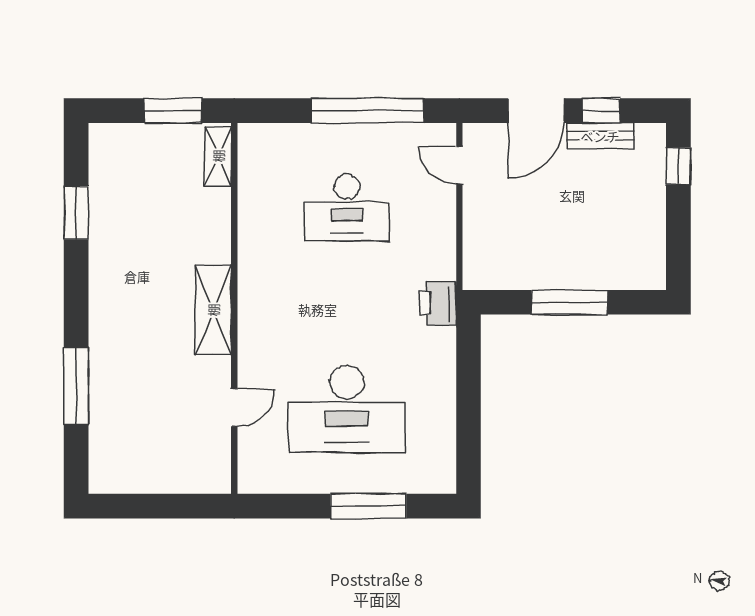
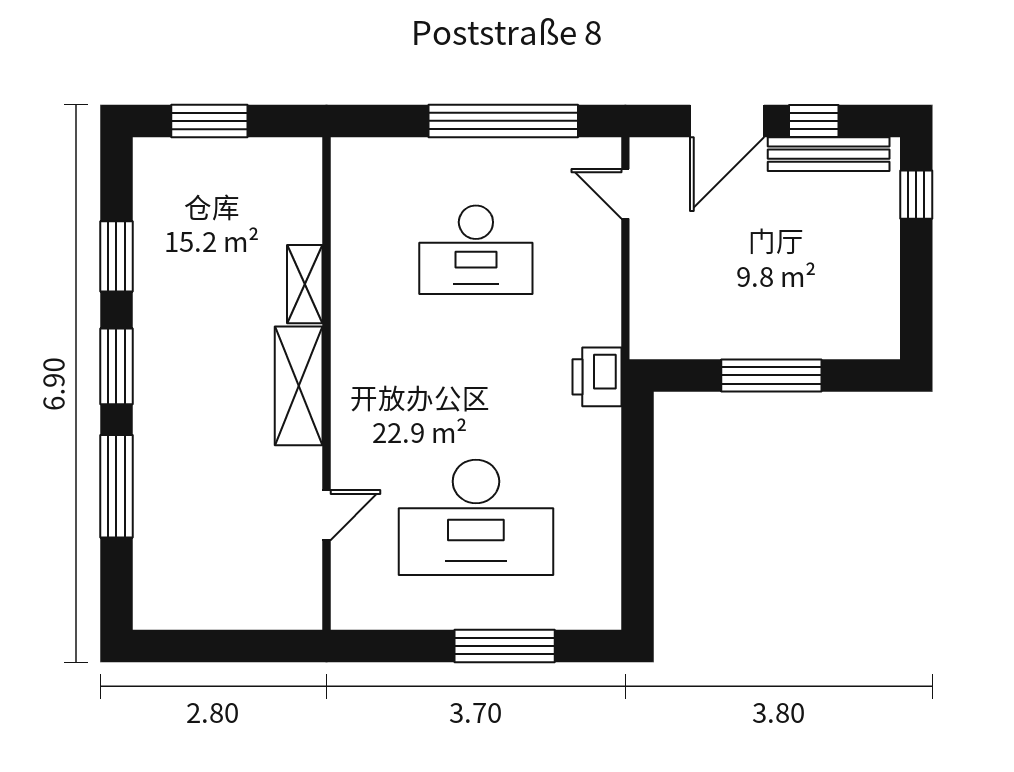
window: (173, 111) -> (209, 121), moved
bench: (600, 136) -> (829, 154), width x1.36
shelving: (218, 156) -> (305, 284), moved
window: (76, 295) -> (116, 366), added

